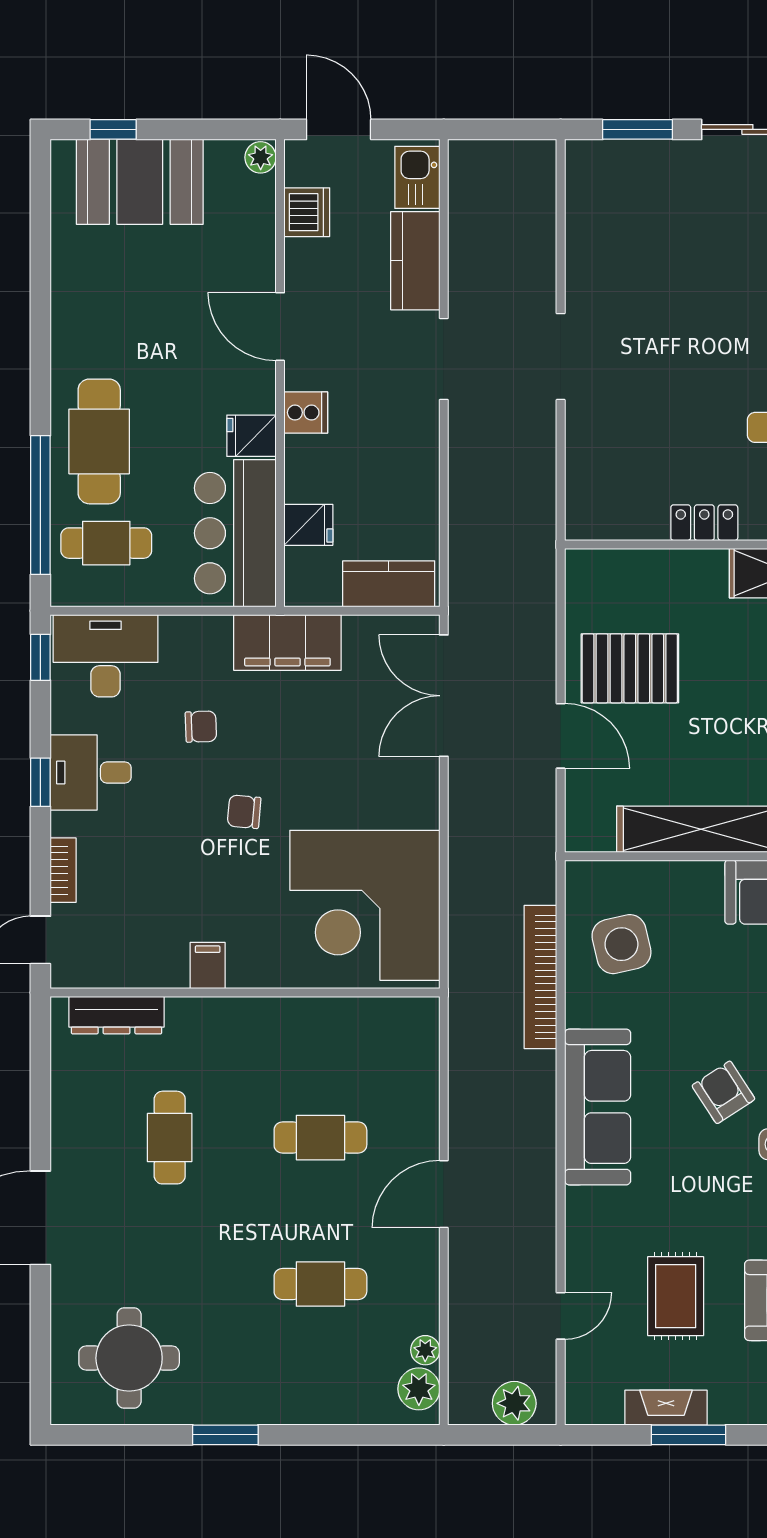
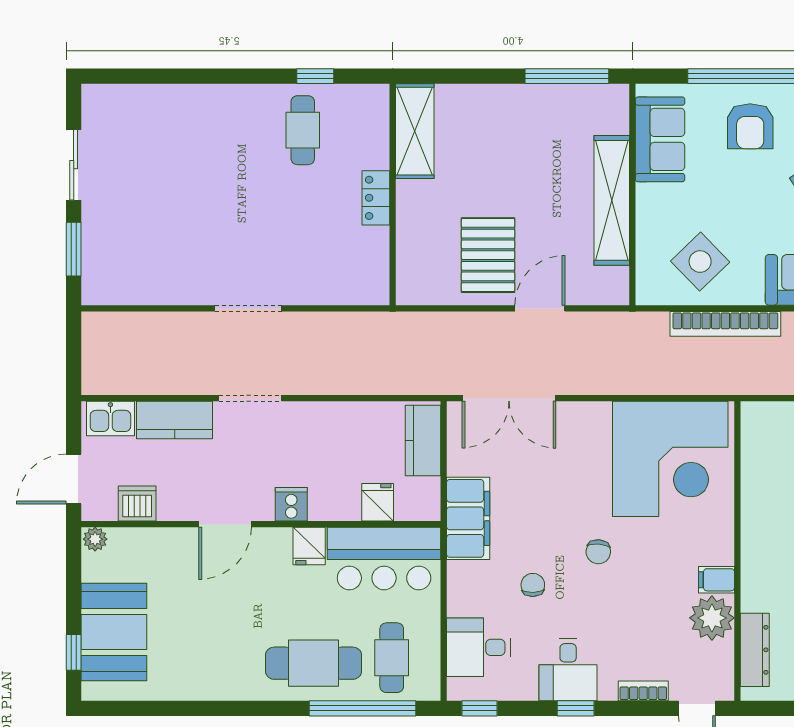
desk: (105, 656) -> (478, 647), width x0.73
side table: (621, 944) -> (700, 262), turned -31
plant: (158, 959) -> (712, 618), added

